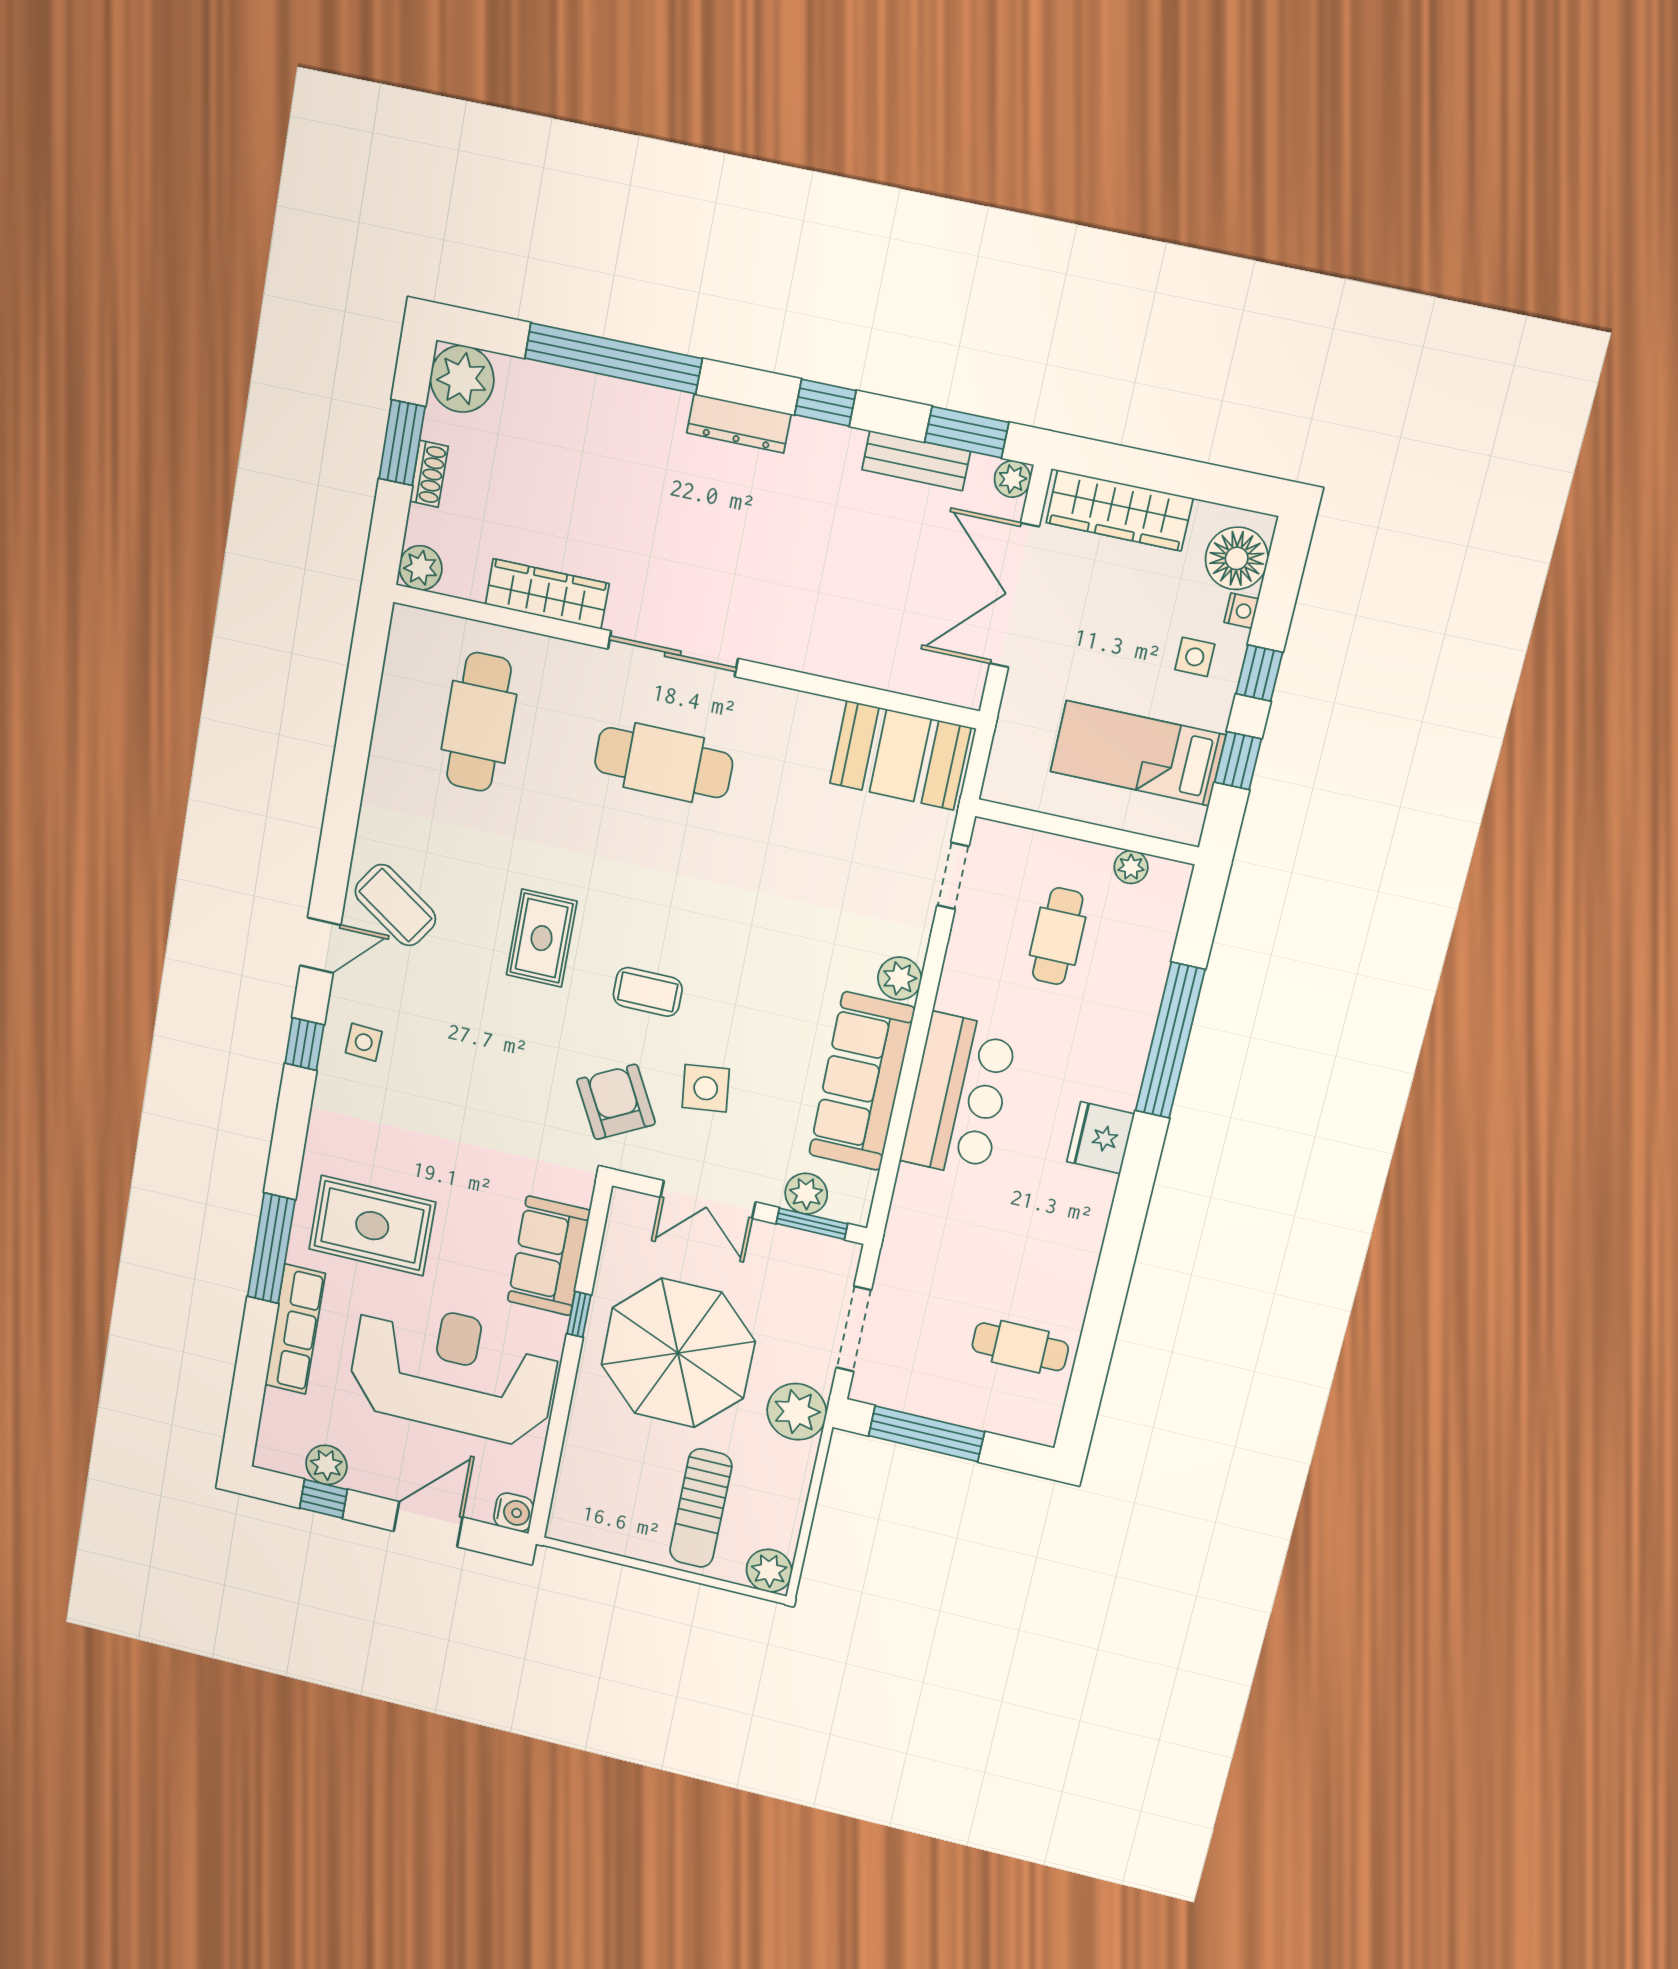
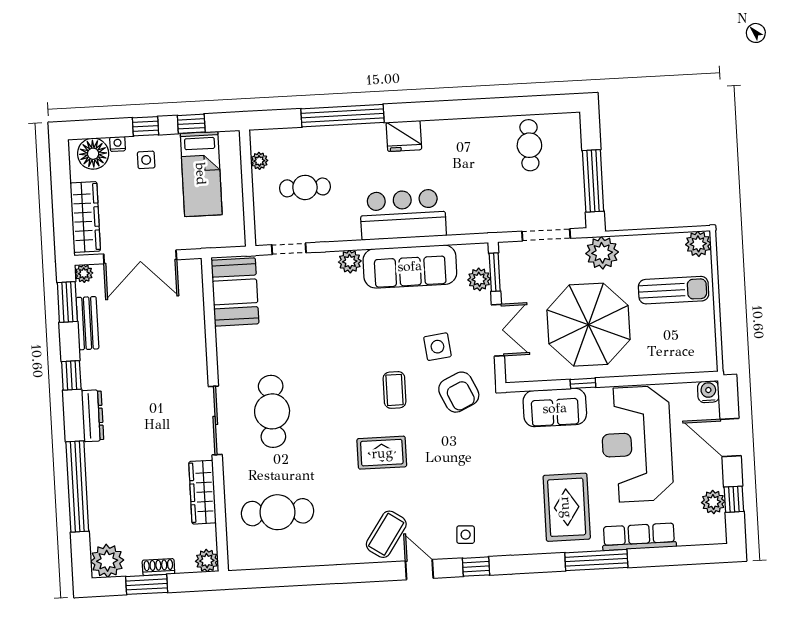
armchair: (616, 1102) -> (459, 392), turned -87

